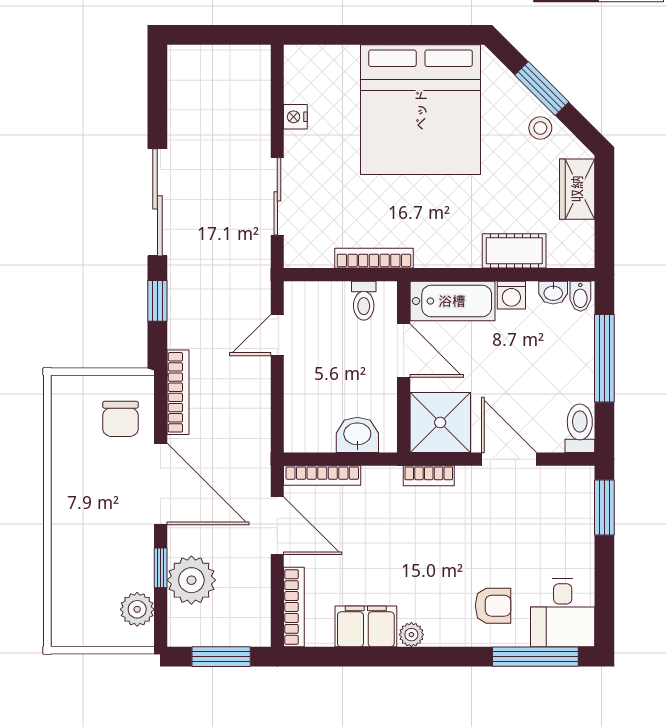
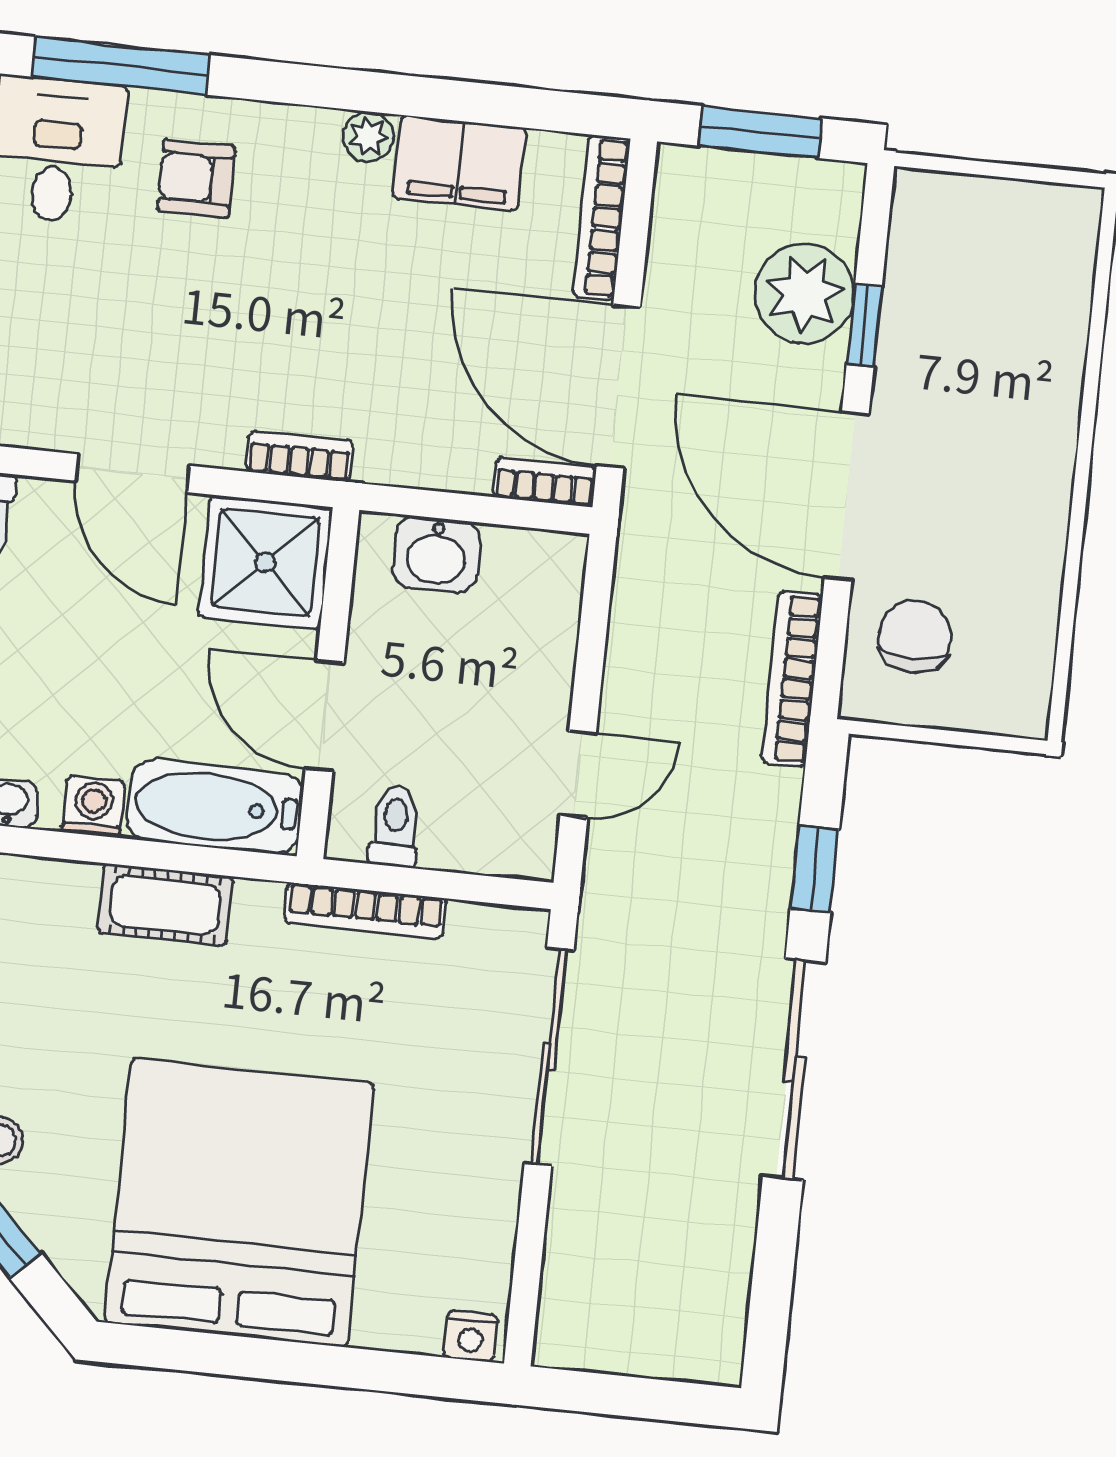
nightstand: (295, 117) -> (471, 1336), moved, turned 90
sliding door: (277, 196) -> (549, 1056), width x1.37
cot: (514, 251) -> (165, 905), moved
bookcase: (322, 475) -> (544, 482), width x0.64
door: (277, 526) -> (618, 386), width x1.36
plant: (137, 609) -> (921, 246), removed

